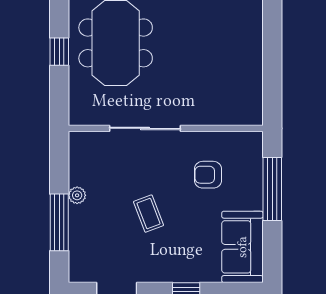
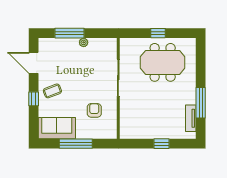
window: (272, 45) -> (162, 144), added
window: (272, 189) -> (76, 144), moved
coffee table: (149, 214) -> (52, 91), moved

